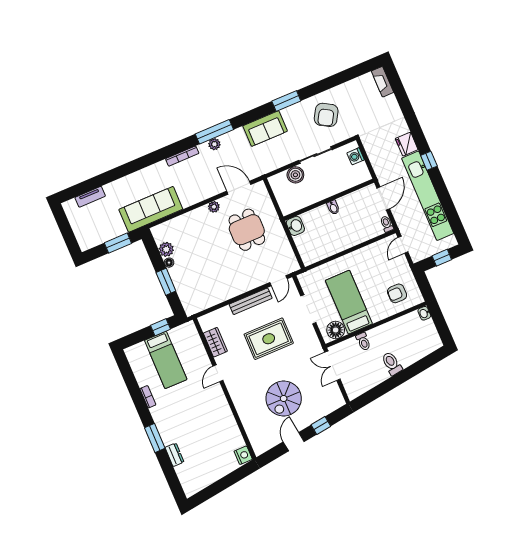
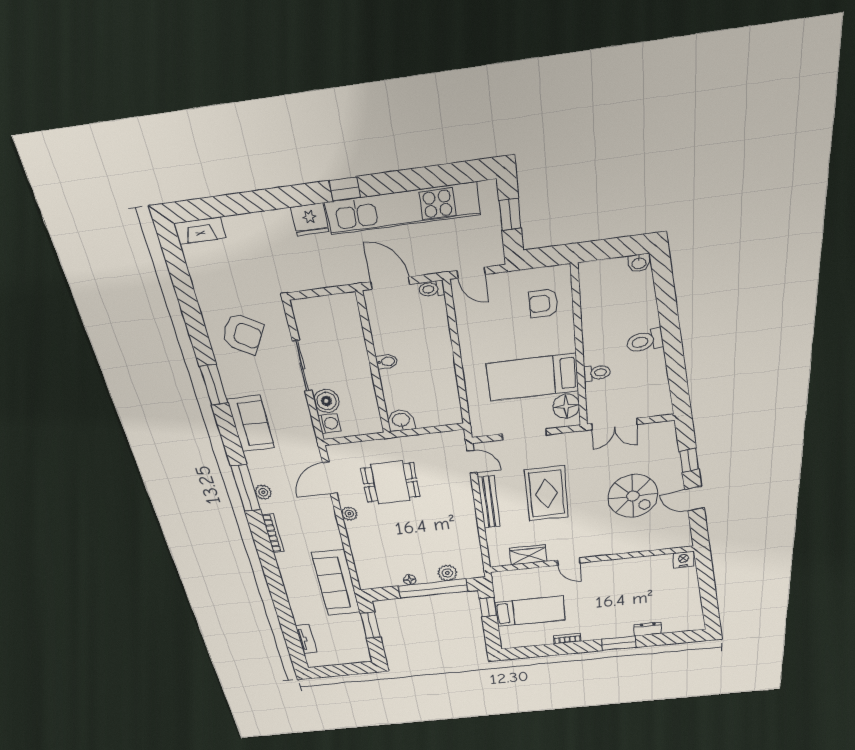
washing machine: (356, 156) -> (329, 423), moved, turned -90
plant: (166, 249) -> (447, 573), moved
window: (166, 282) -> (433, 589), width x2.11
armchair: (397, 293) -> (543, 303), turned 90
washbasin: (424, 313) -> (639, 263), moved

